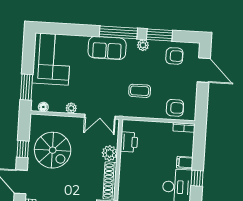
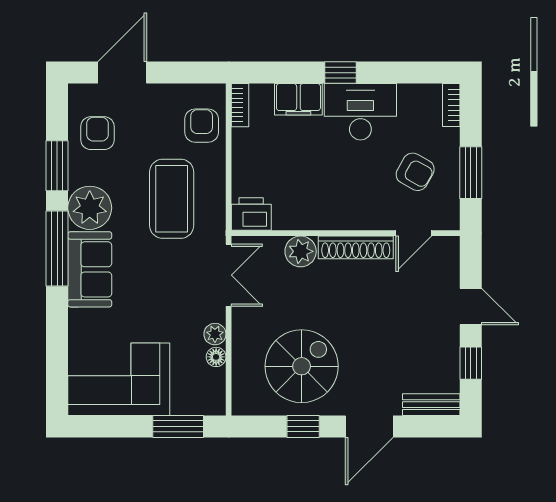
plant: (143, 45) -> (90, 208), width x1.87, depth x1.87
coffee table: (140, 91) -> (172, 199), width x1.86, depth x1.72
floor lamp: (43, 107) -> (216, 357), moved
printer: (129, 142) -> (251, 214), moved
filing cabinet: (185, 163) -> (298, 99), width x2.00

